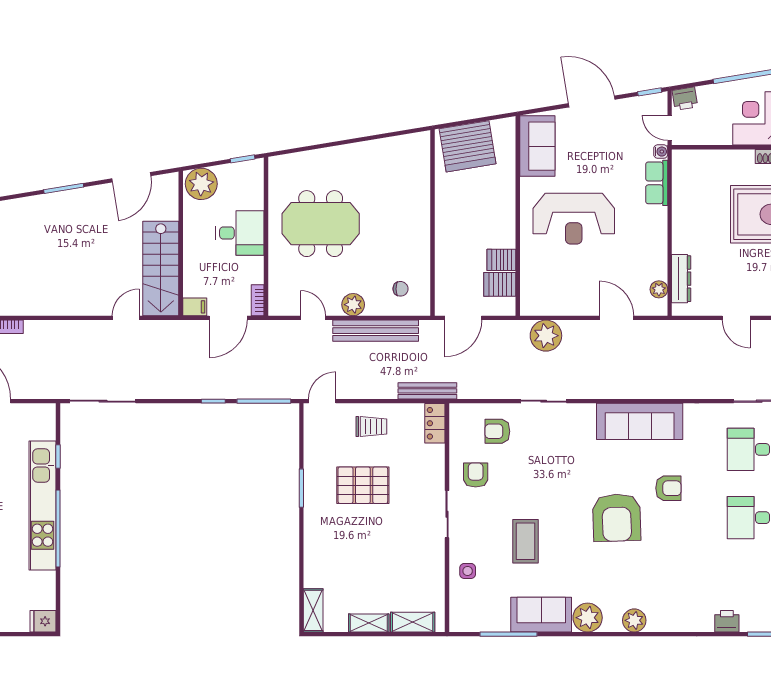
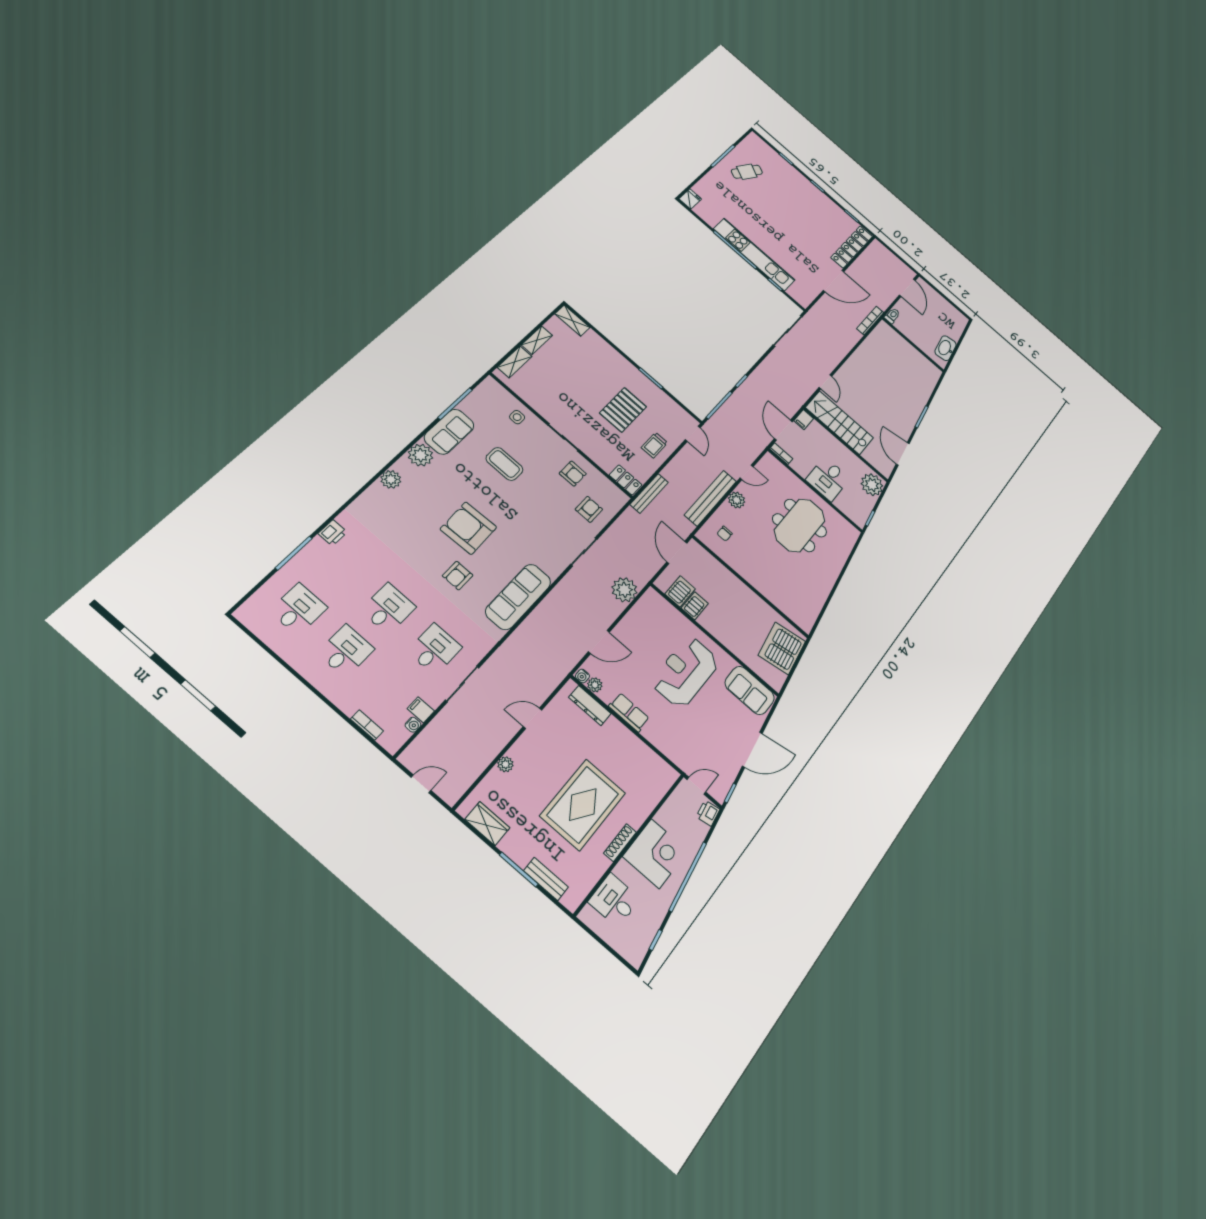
water cooler: (661, 152) -> (582, 676), moved
row of seats: (657, 183) -> (629, 712), moved

